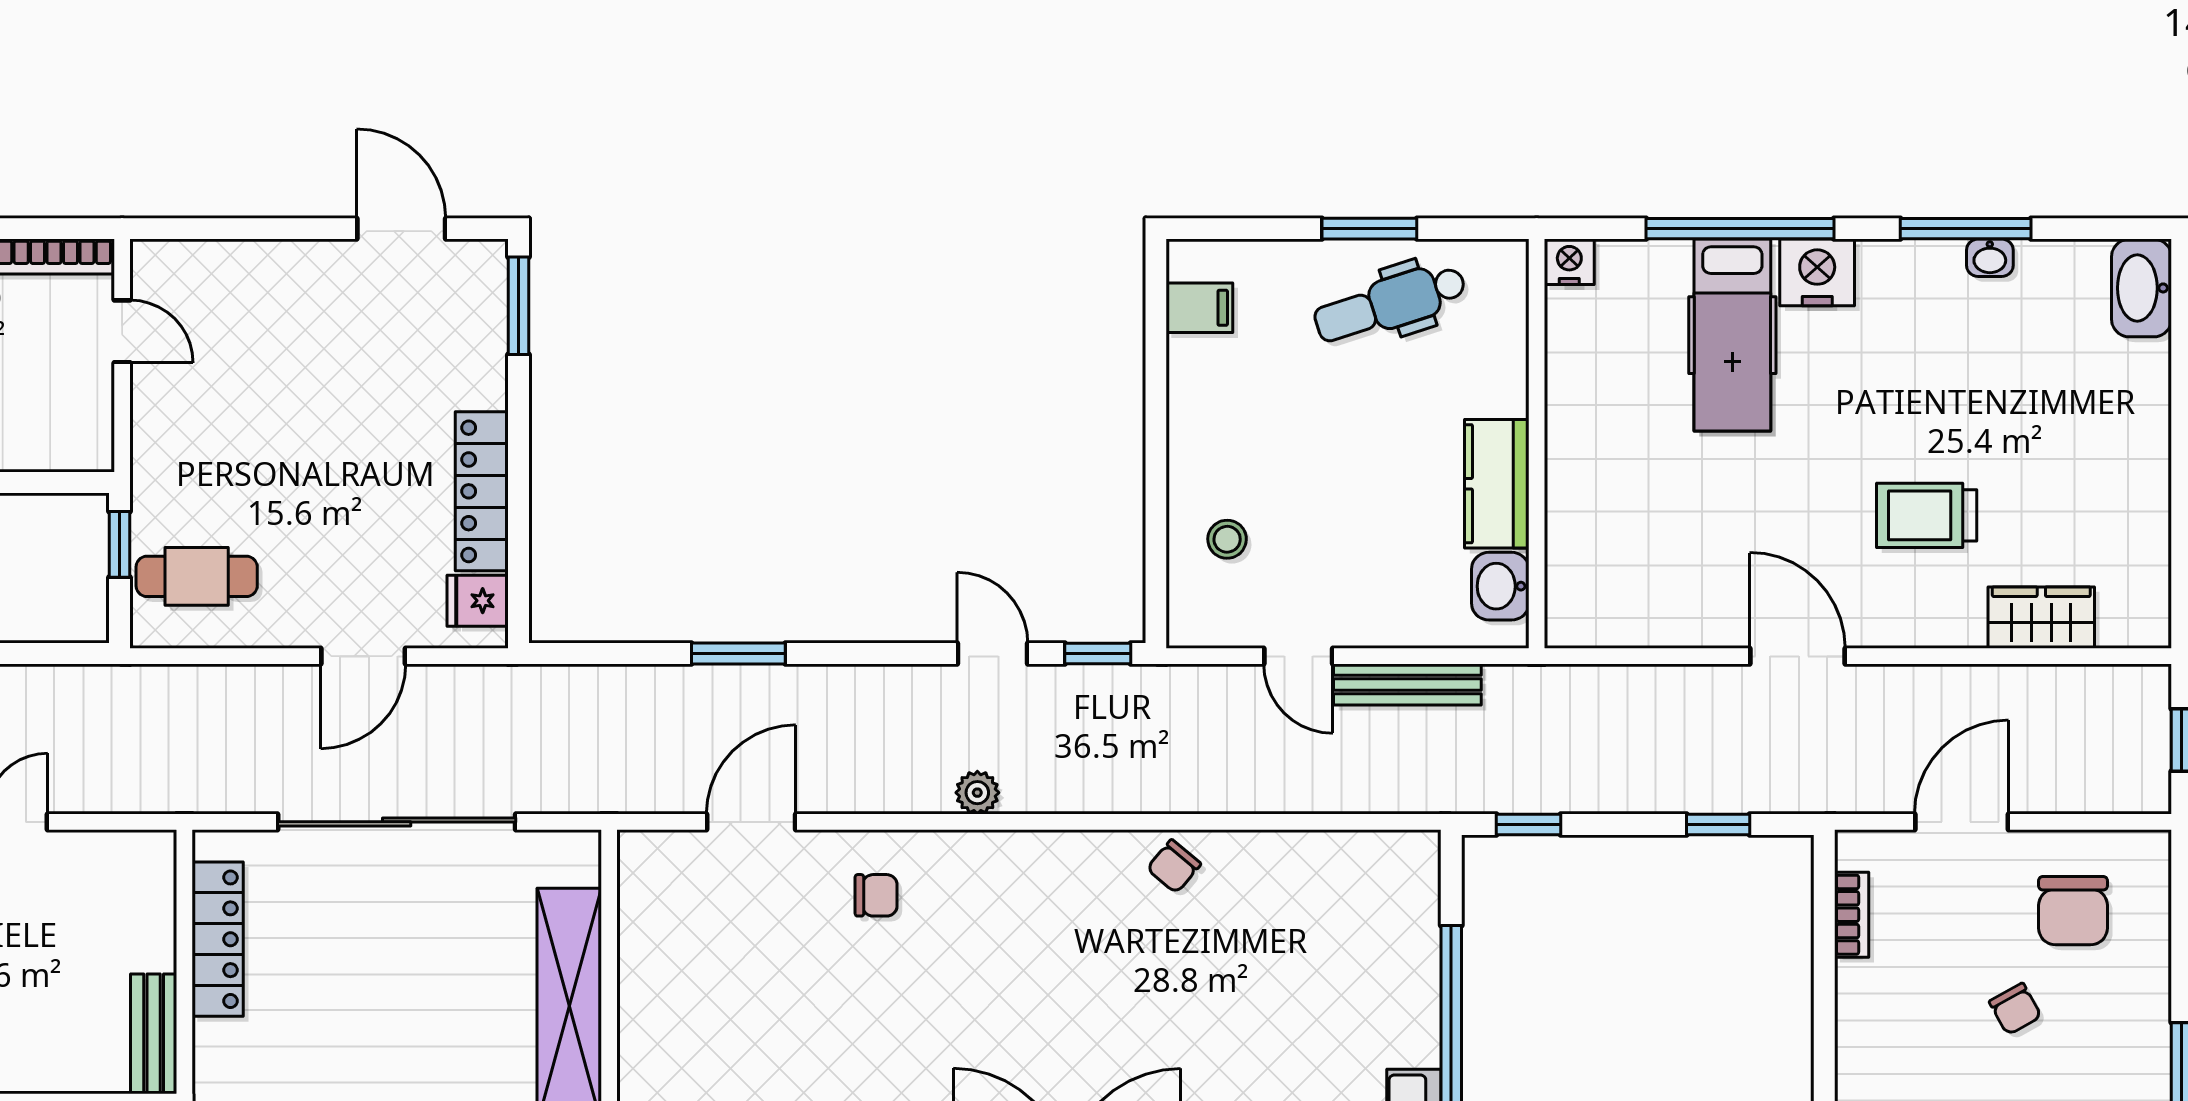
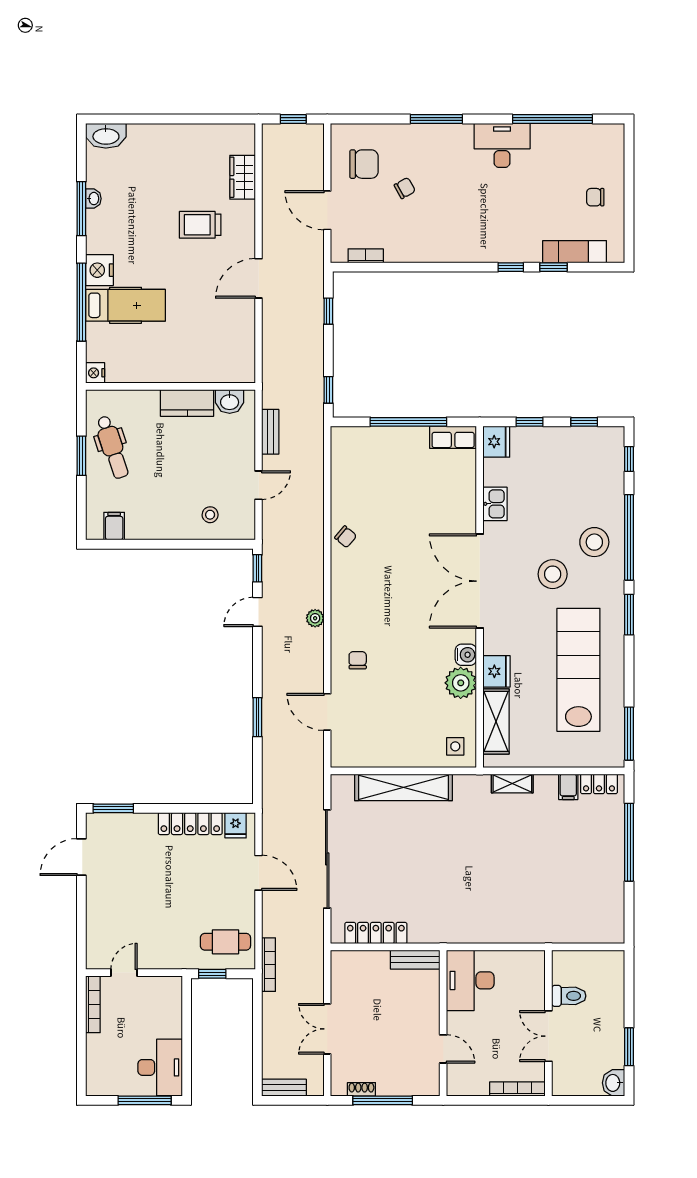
trolley: (1927, 515) -> (200, 225), turned 90
cafe table: (197, 576) -> (225, 942), turned 90
bookcase: (141, 680) -> (269, 965), added
bench: (1407, 685) -> (270, 432), width x0.73

